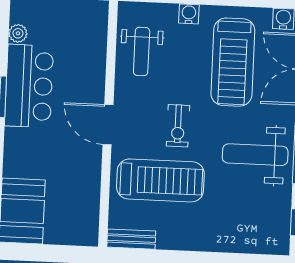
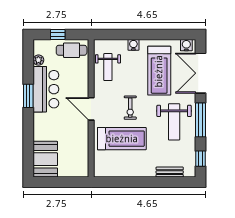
cafe table: (78, 18) -> (72, 50), added
weight bench: (255, 155) -> (174, 122), turned -90
bench: (131, 239) -> (170, 172), moved

